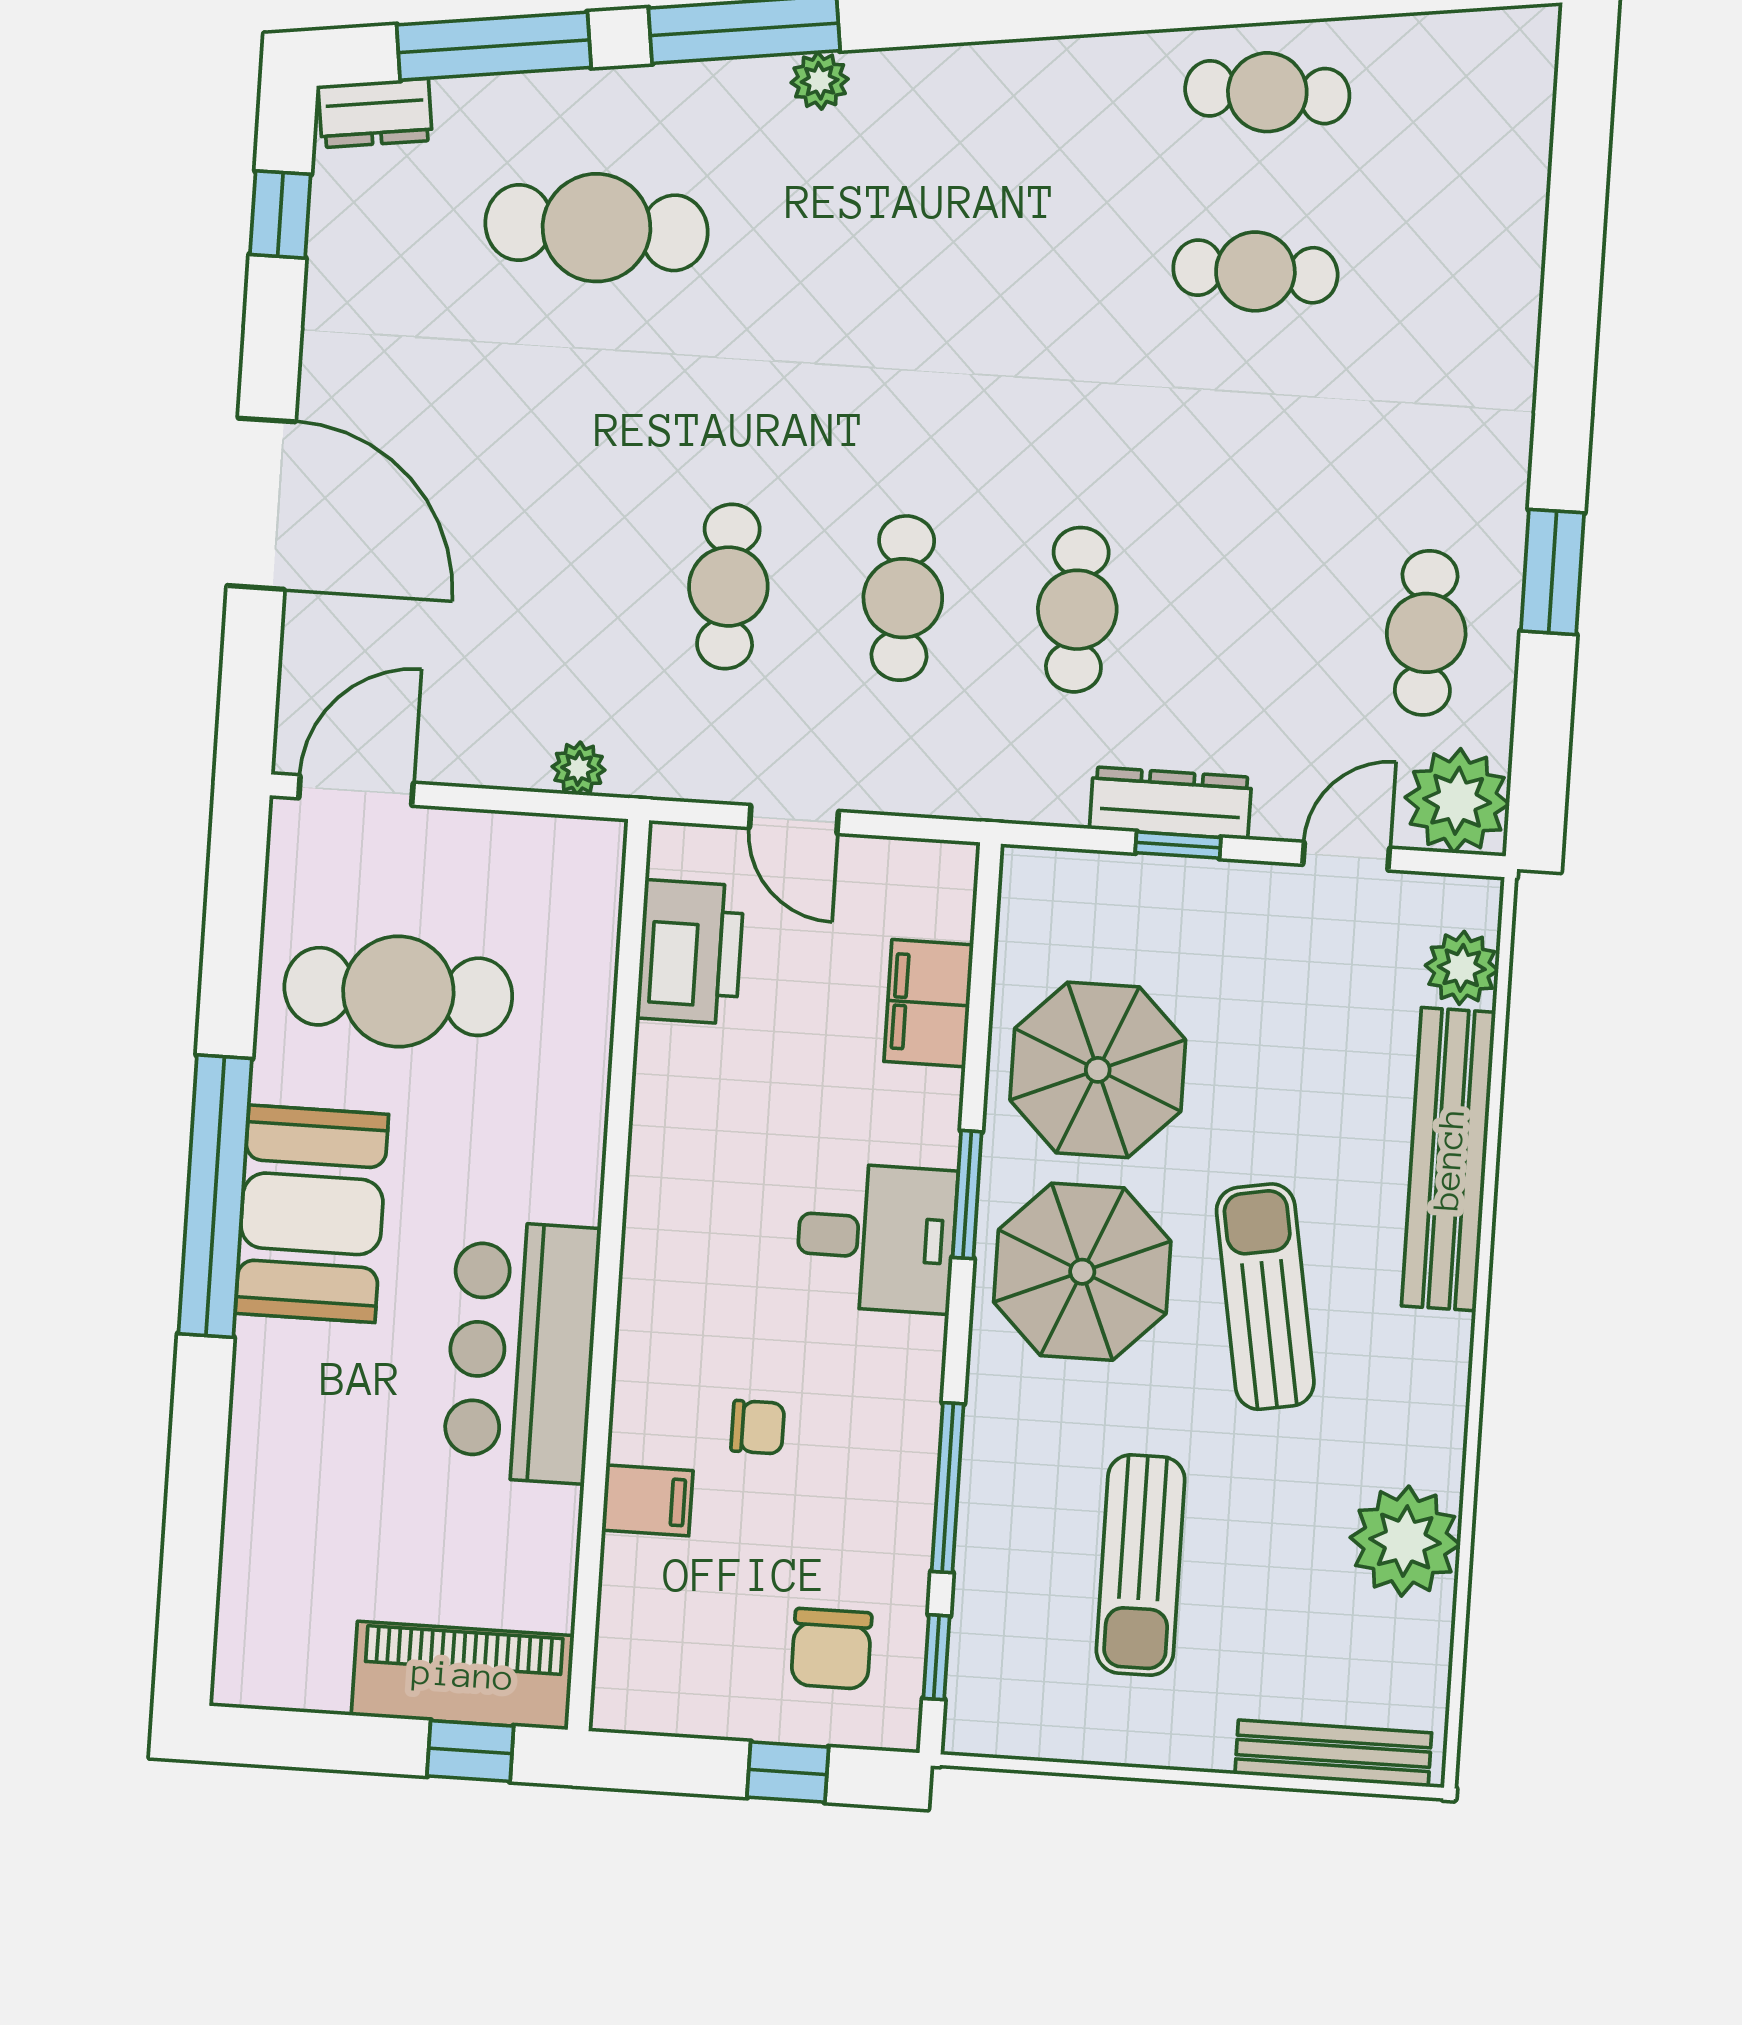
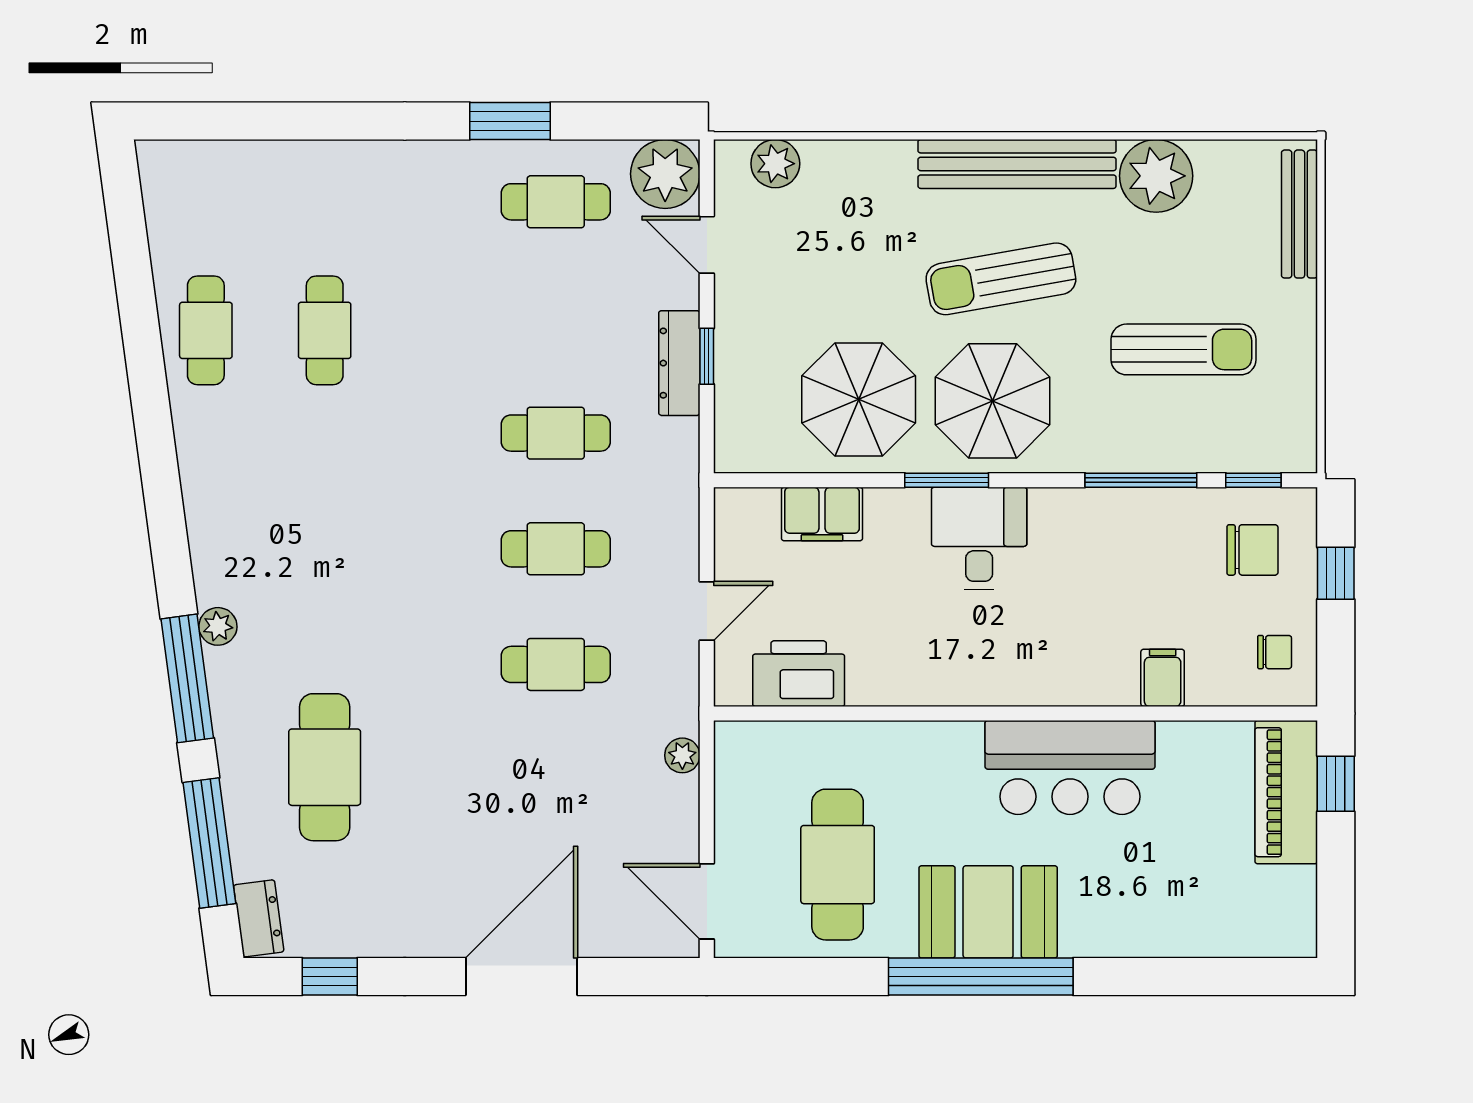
bench: (1449, 1159) -> (1017, 164), moved
chair: (758, 1427) -> (1275, 652), moved, turned 90

